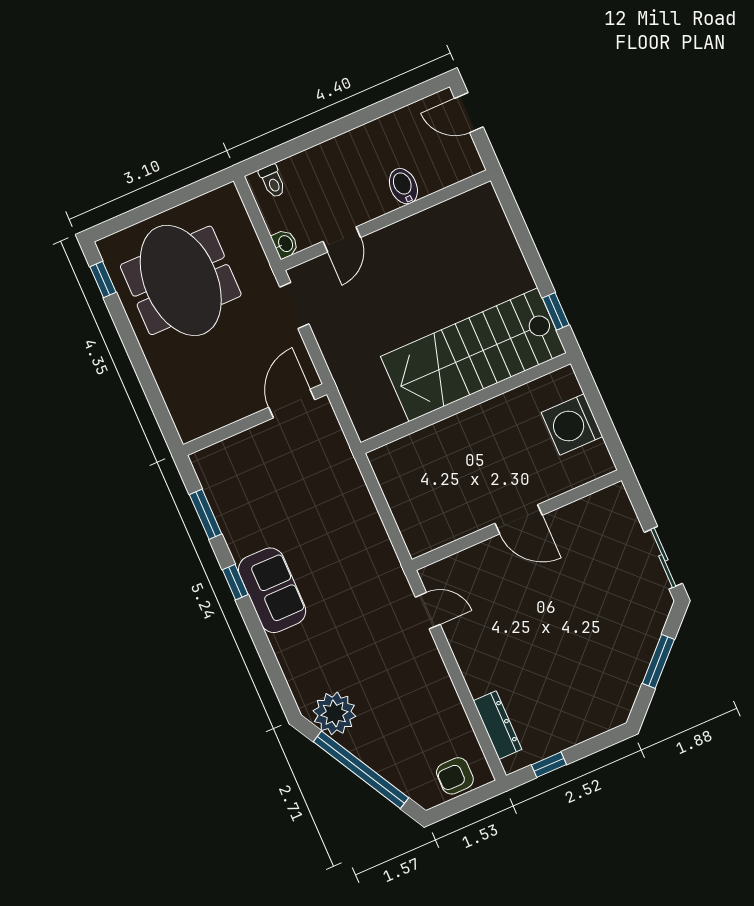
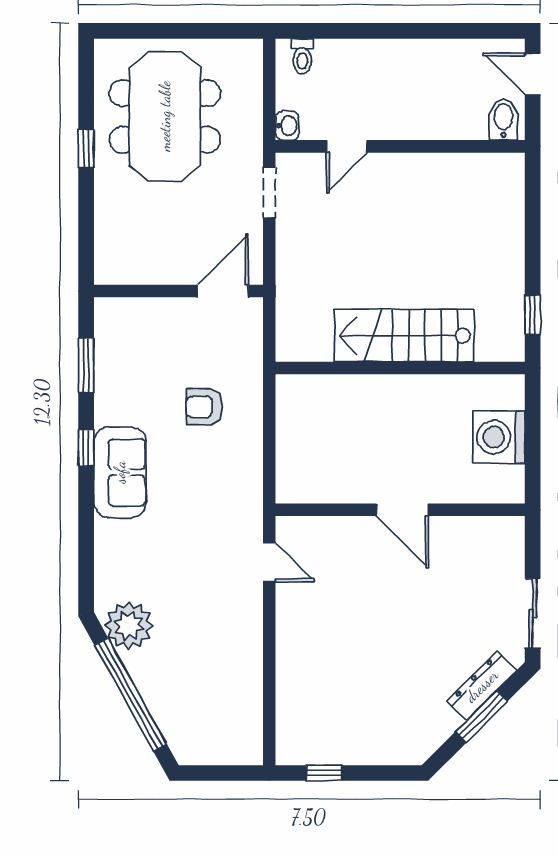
bidet: (403, 186) -> (503, 120), moved
window: (103, 279) -> (86, 149), moved
stairs: (473, 355) -> (404, 336), width x0.73, depth x0.66
dresser: (497, 725) -> (482, 686), moved, turned -135
armchair: (455, 776) -> (204, 407), moved

